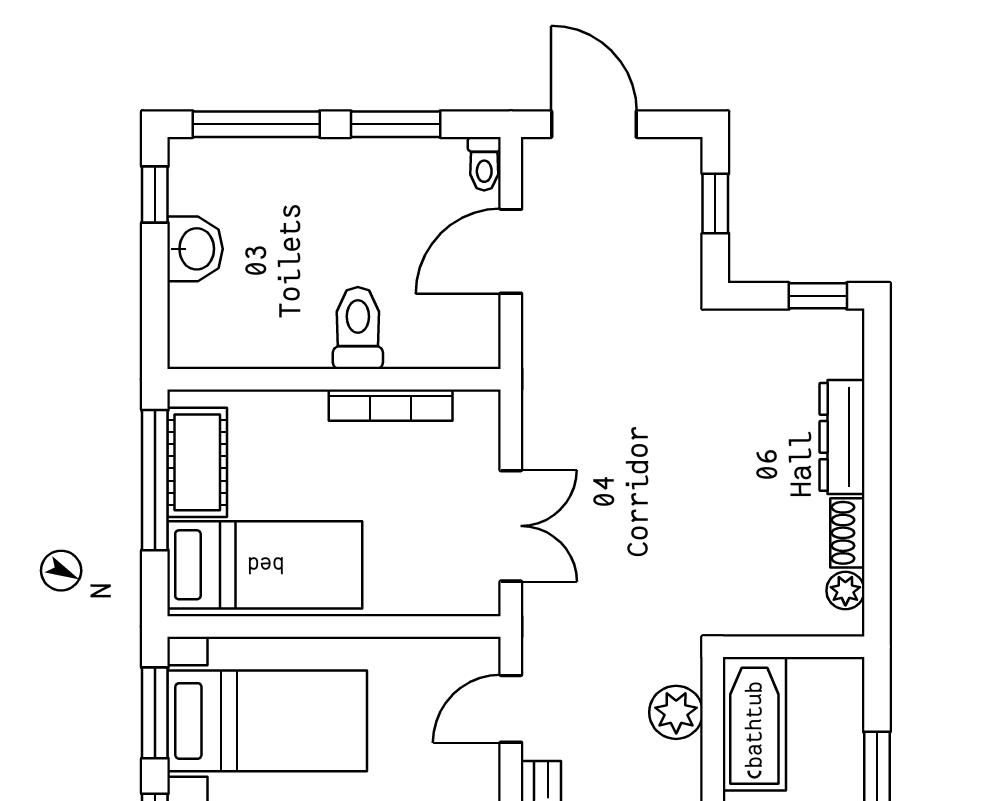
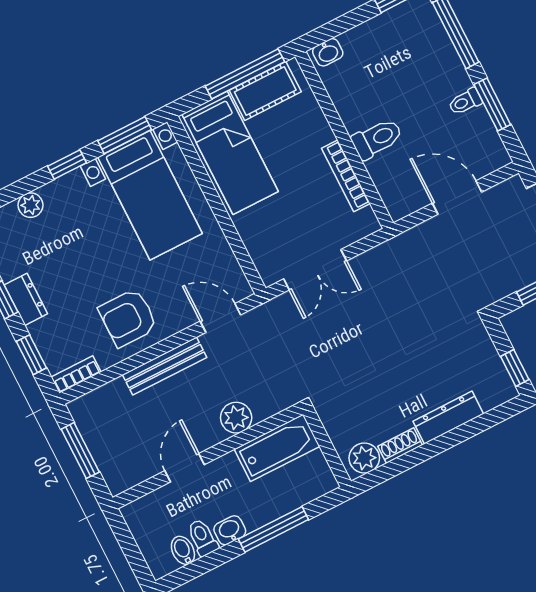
toilet: (484, 164) -> (465, 102), moved
washbasin: (195, 249) -> (328, 52), moved, width x0.72, depth x0.69
plant: (845, 591) -> (364, 458), width x1.38, depth x1.38
plant: (676, 712) -> (236, 418), moved

